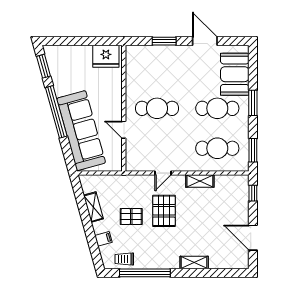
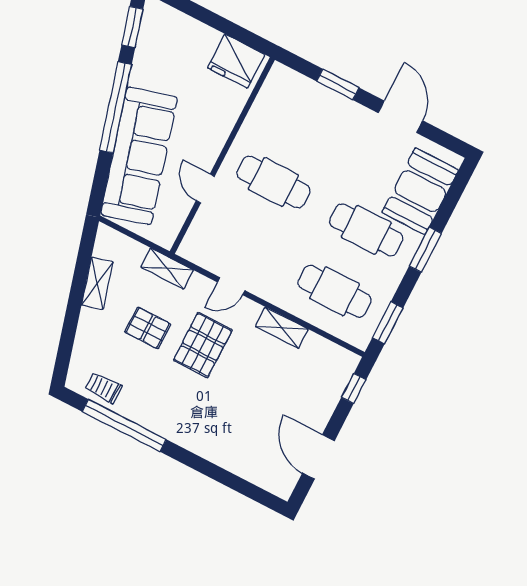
filing cabinet: (103, 239) -> (87, 340), removed
shelving: (194, 263) -> (167, 269), moved

